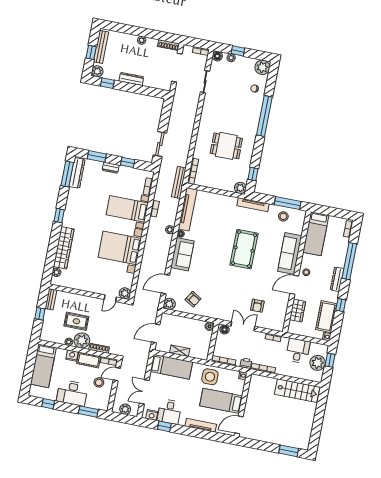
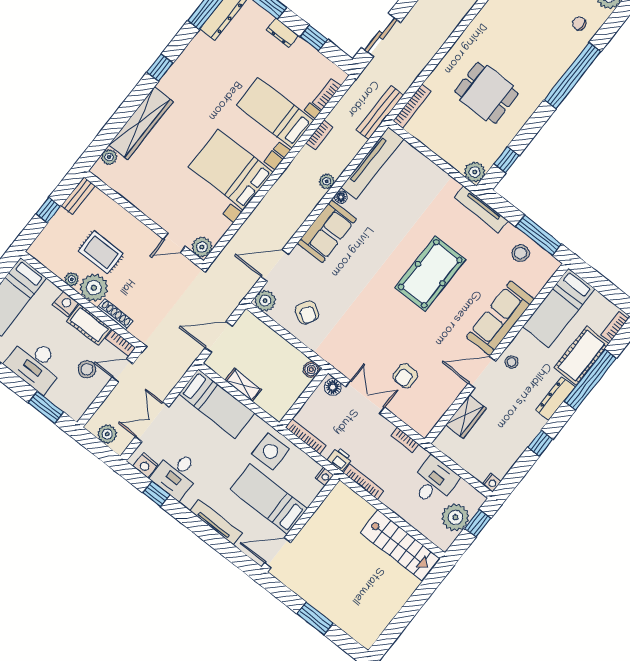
cot: (326, 317) -> (582, 356), moved
window: (289, 451) -> (315, 619), moved

